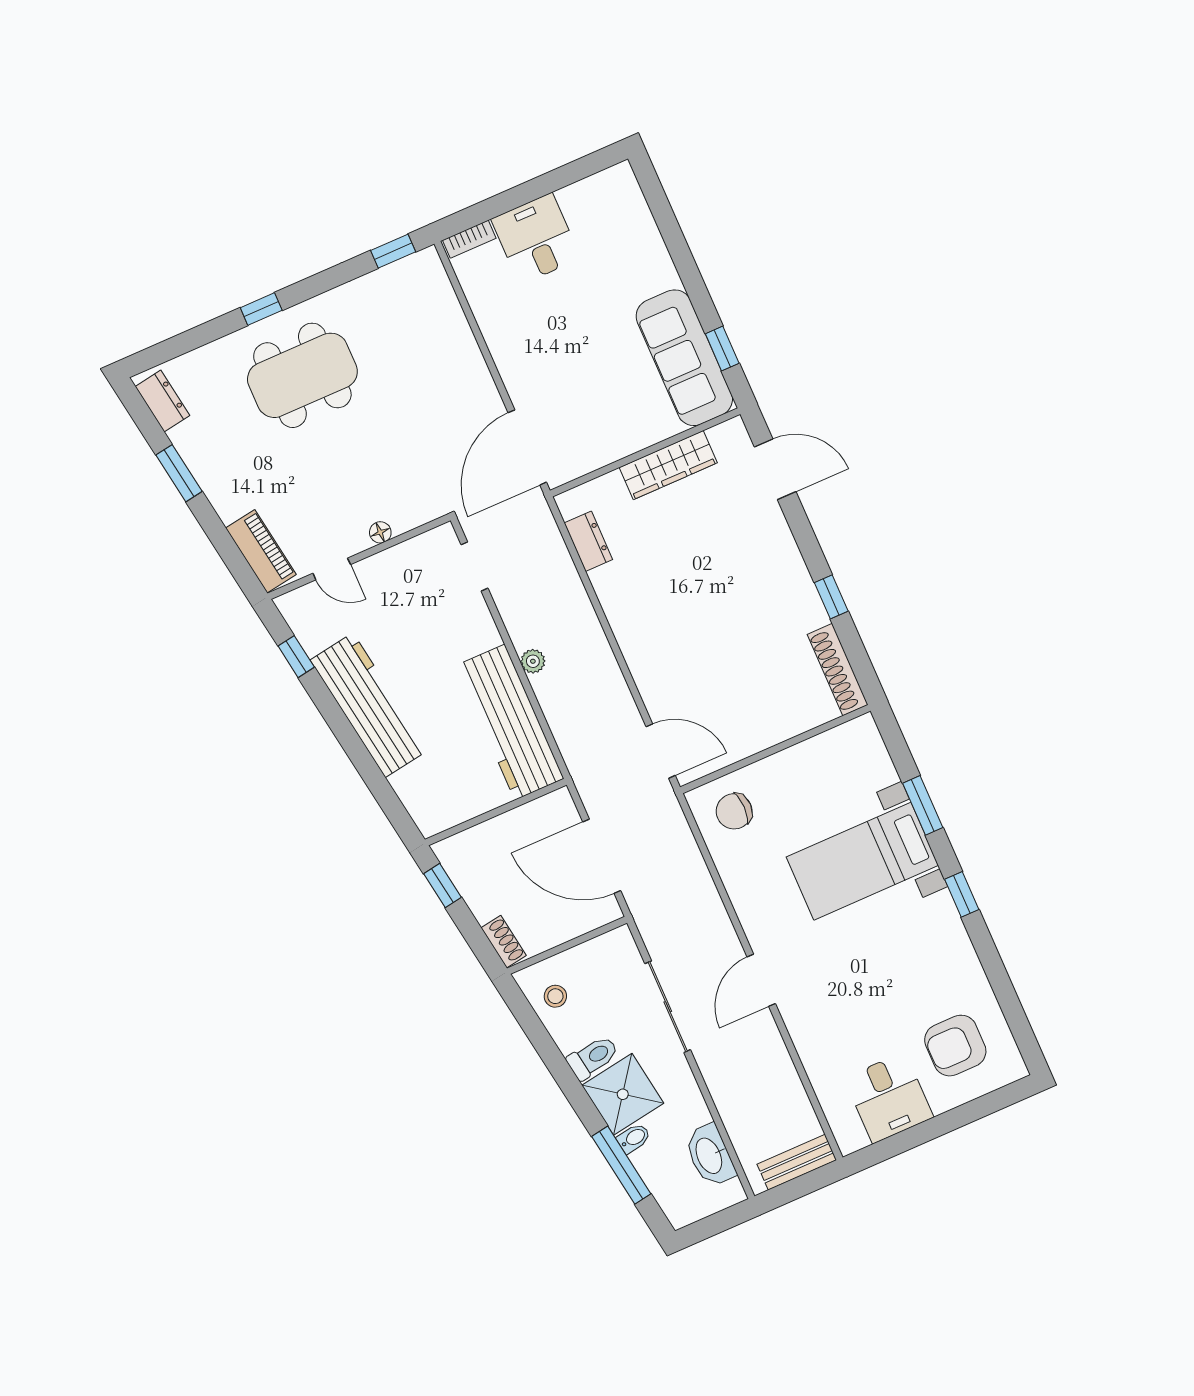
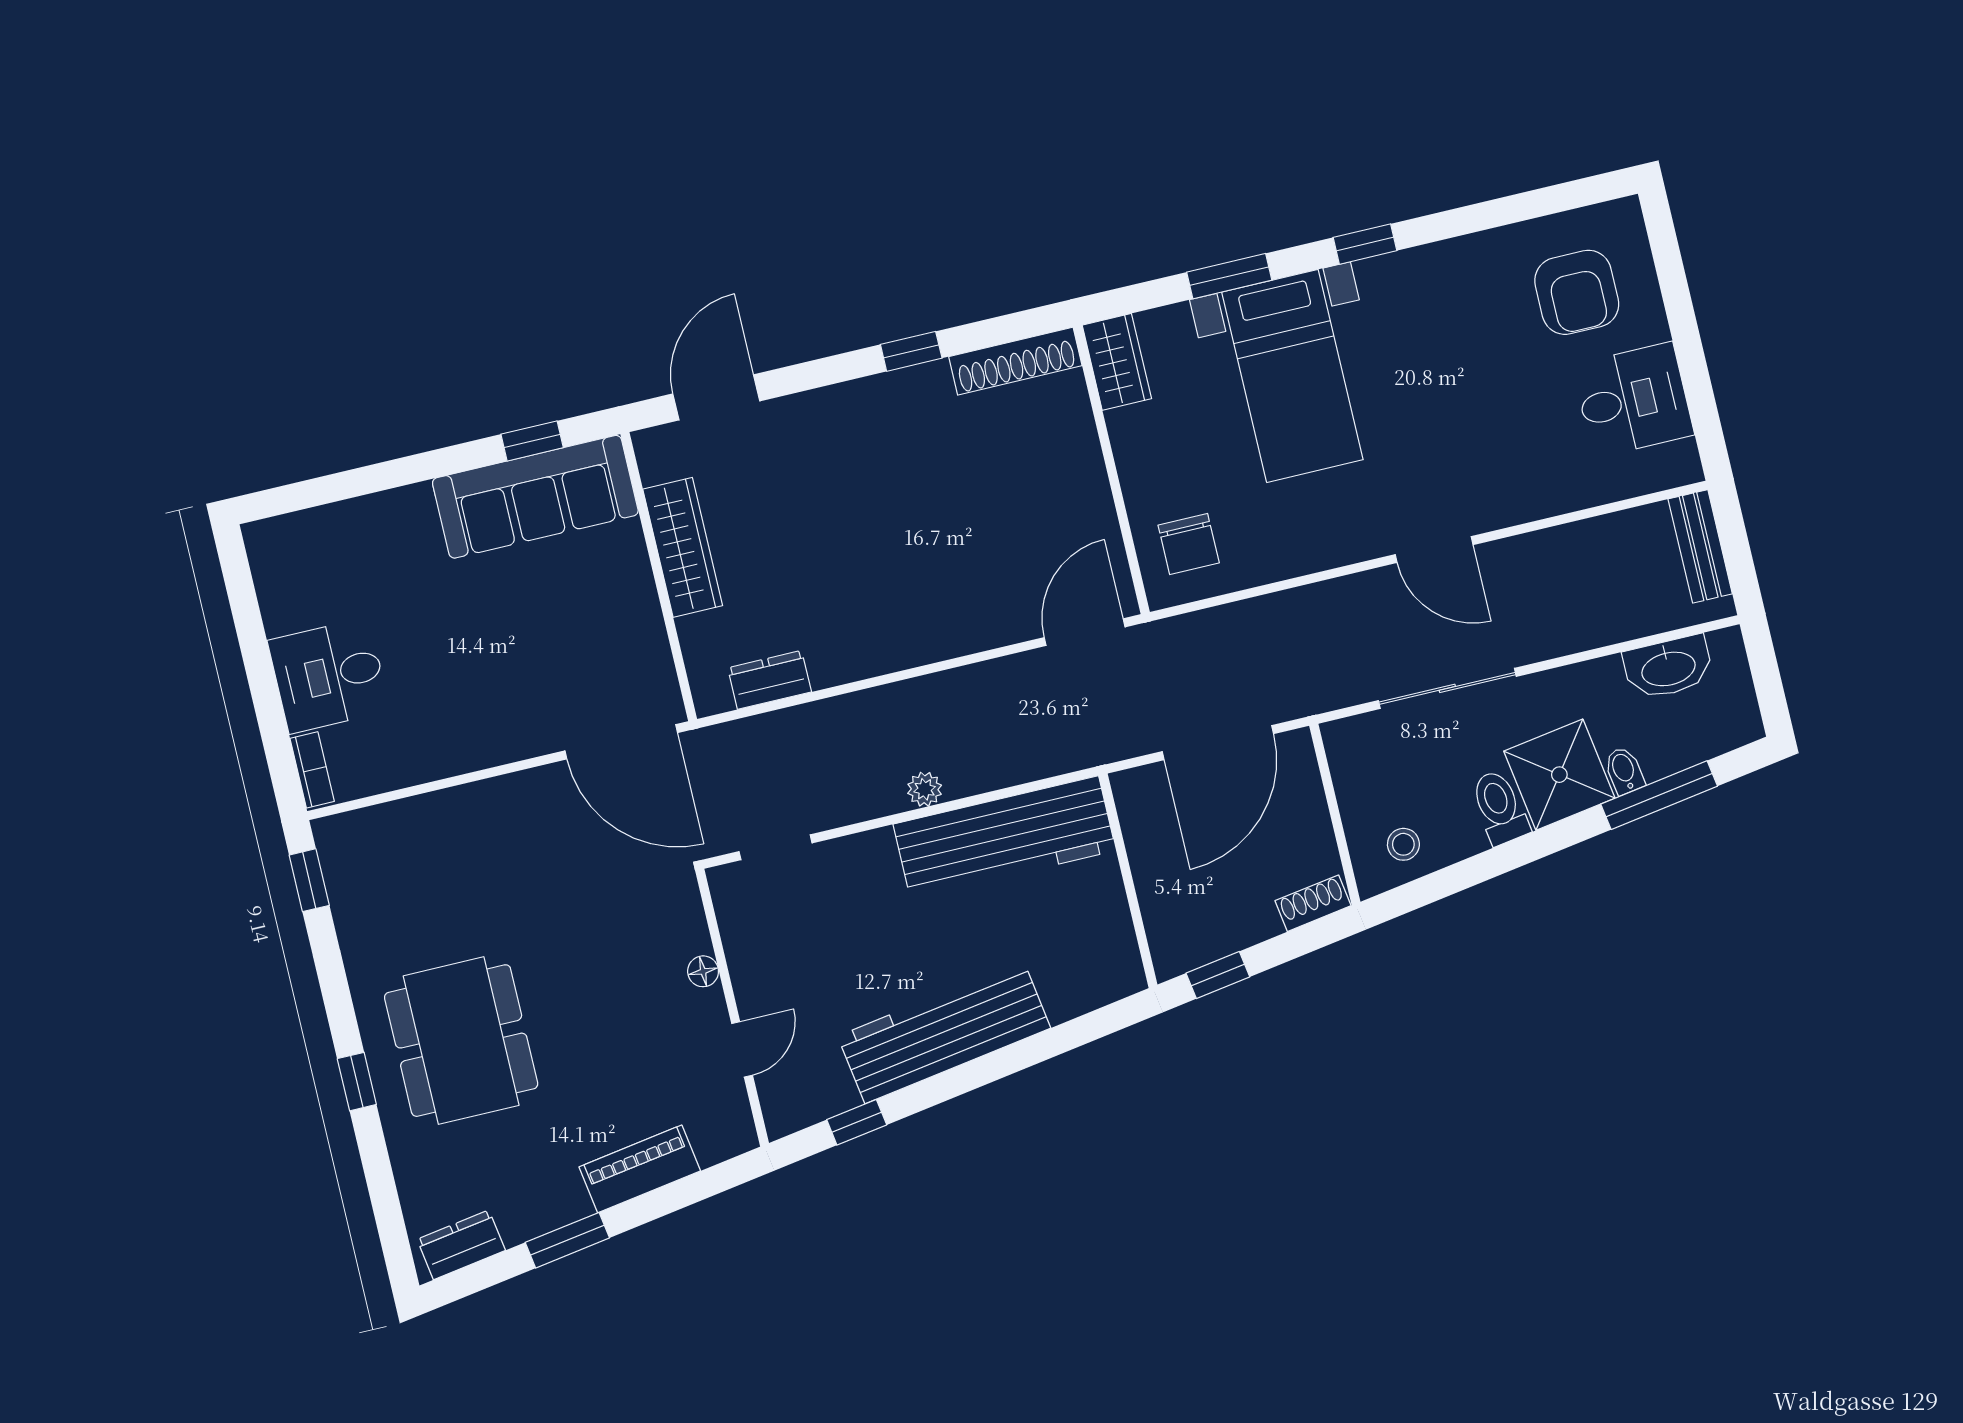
piano: (261, 551) -> (640, 1169), moved
wardrobe: (850, 739) -> (1117, 362), added

